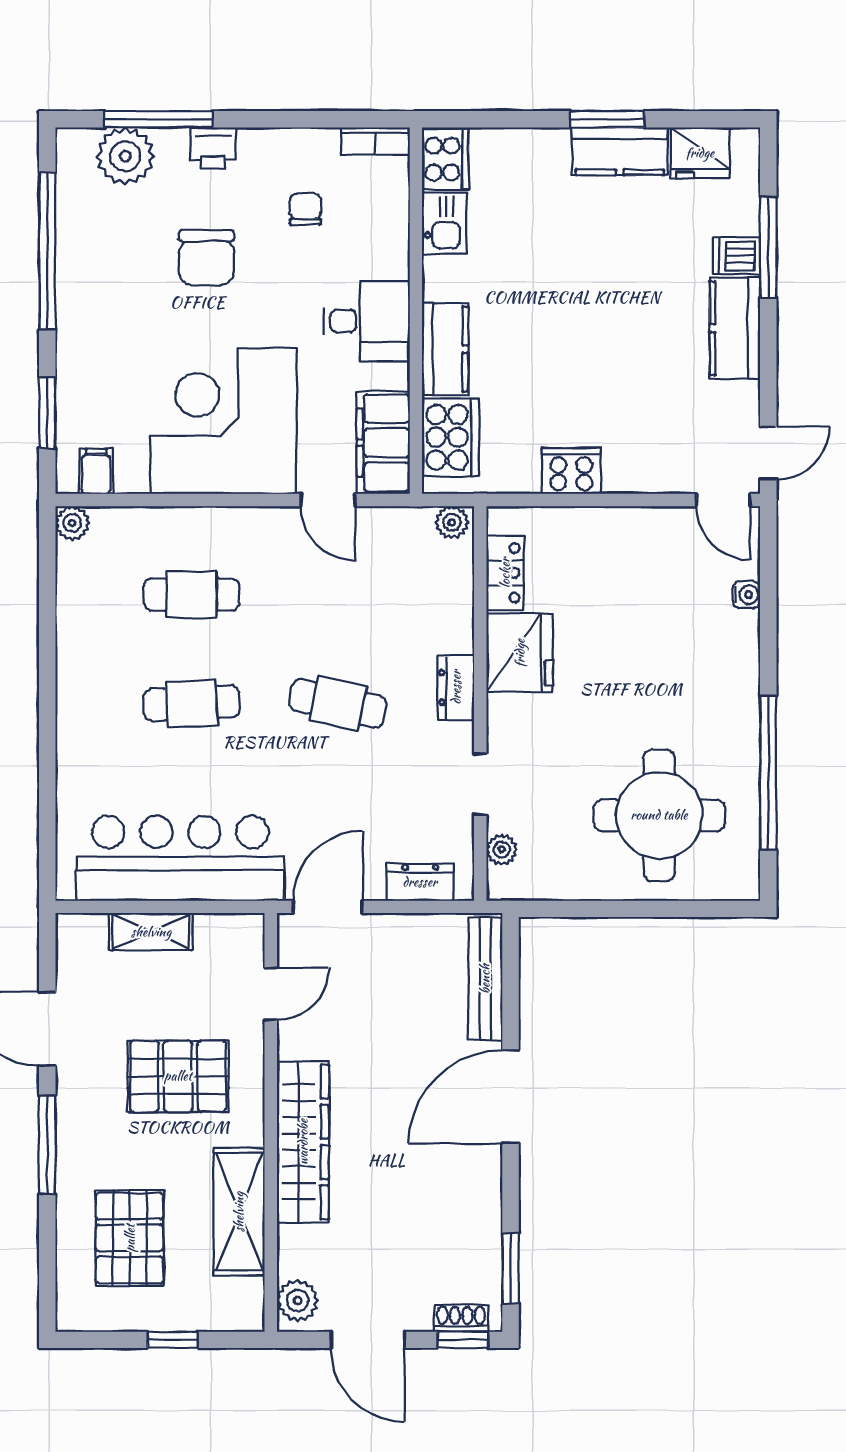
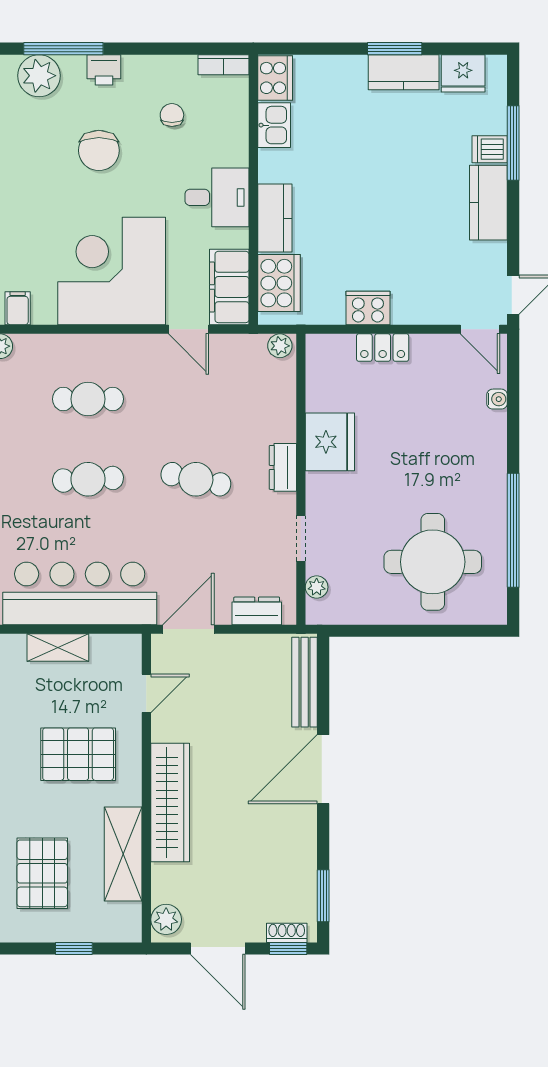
locker: (505, 573) -> (383, 348), moved, turned 90

